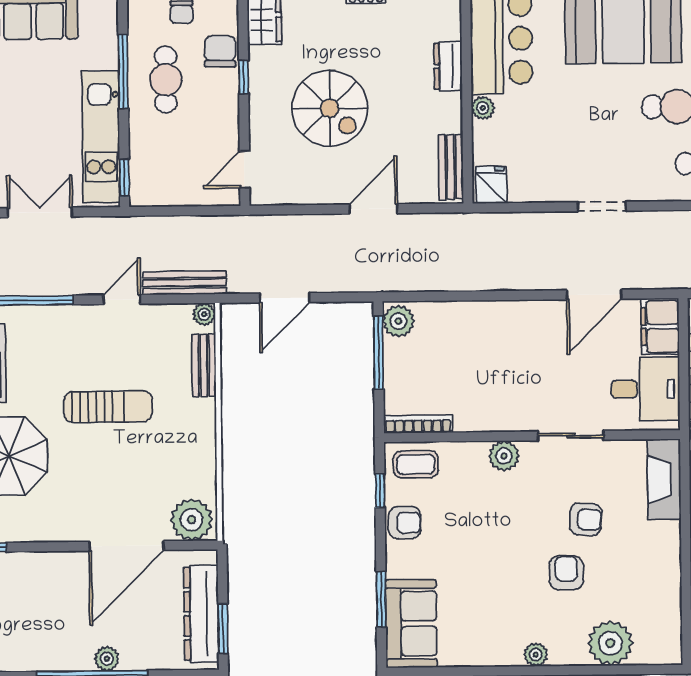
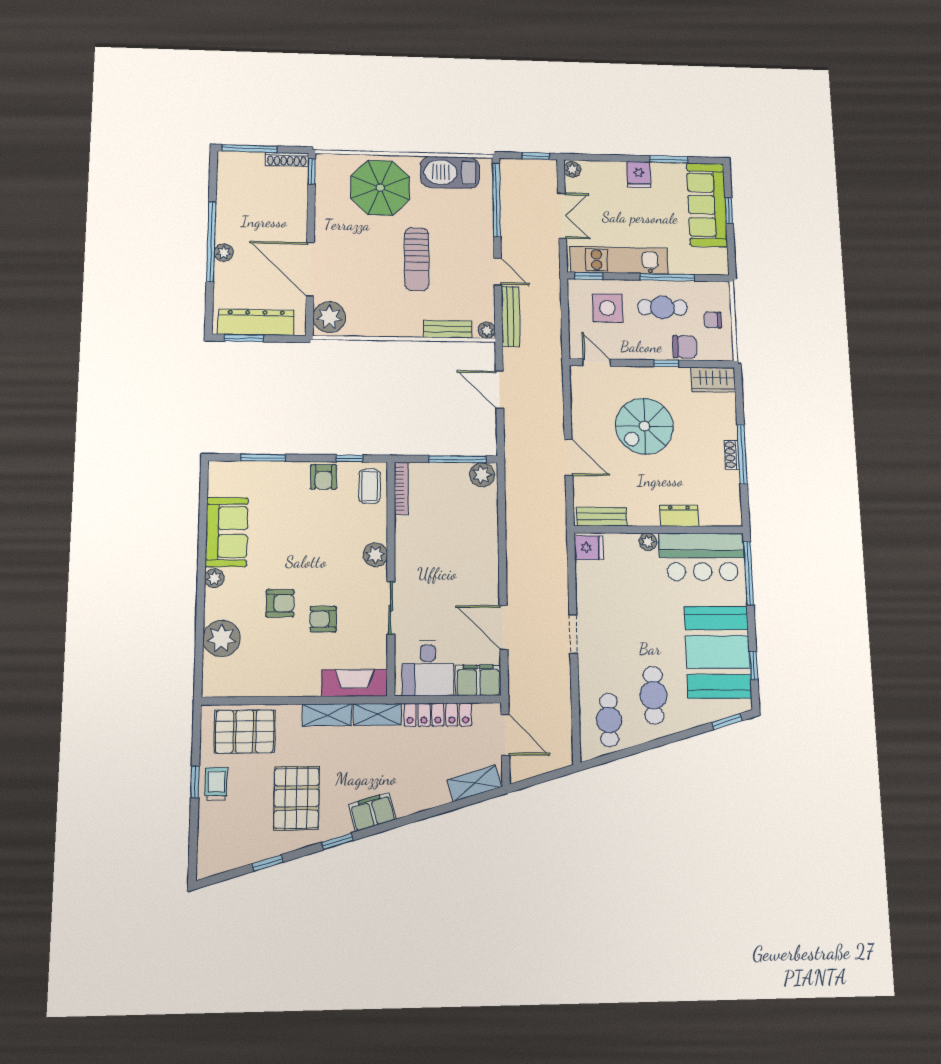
side table: (169, 154) -> (607, 308), added
armchair: (586, 519) -> (323, 619), turned 86
sofa: (411, 624) -> (227, 532), moved, turned -90

